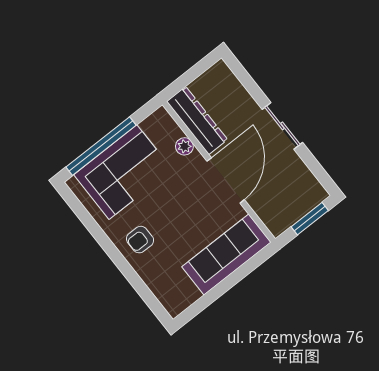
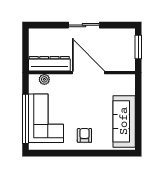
plant: (184, 146) -> (44, 79), moved
armchair: (140, 240) -> (84, 135), turned 180
sofa: (226, 254) -> (124, 121), moved

